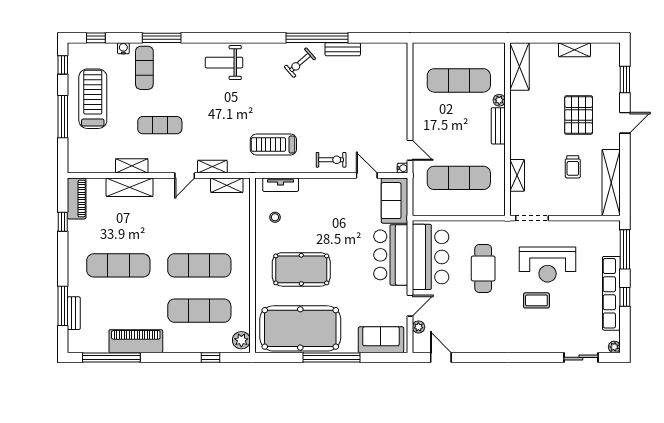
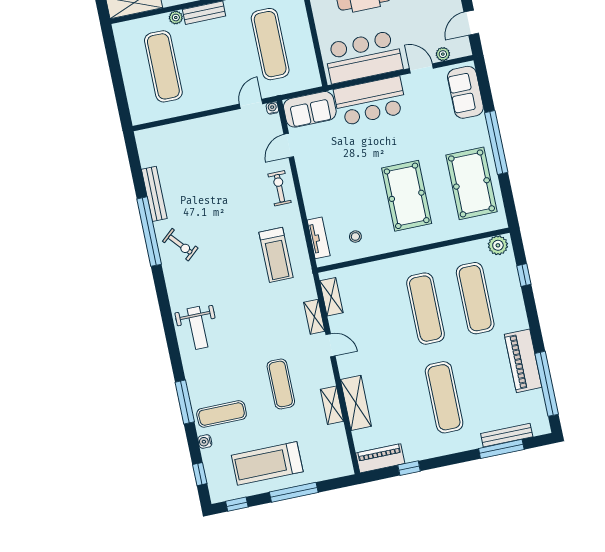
bench: (343, 49) -> (154, 194), width x1.36
bench: (74, 313) -> (507, 435), width x1.36
pool table: (300, 328) -> (472, 183), width x0.73, depth x0.76

